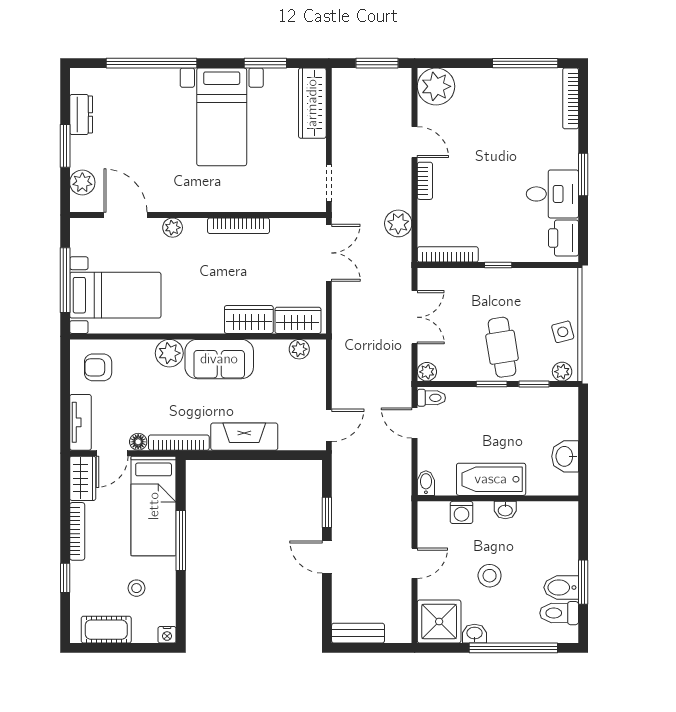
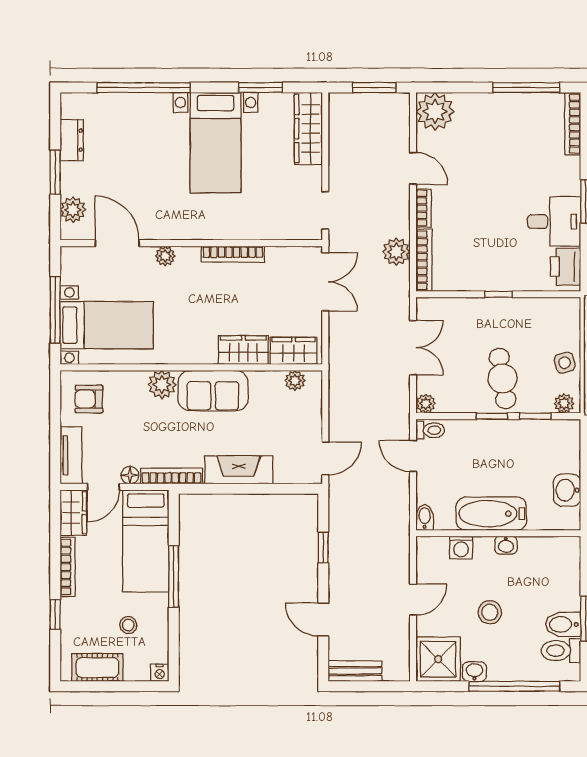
bookcase: (448, 254) -> (424, 260), moved, turned 90
door: (327, 557) -> (323, 619), moved

